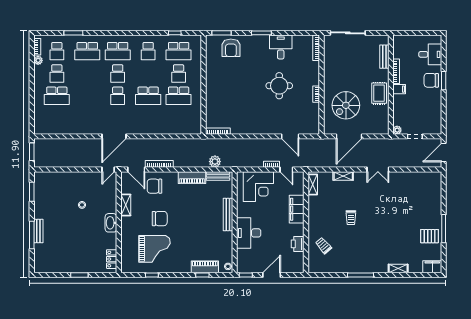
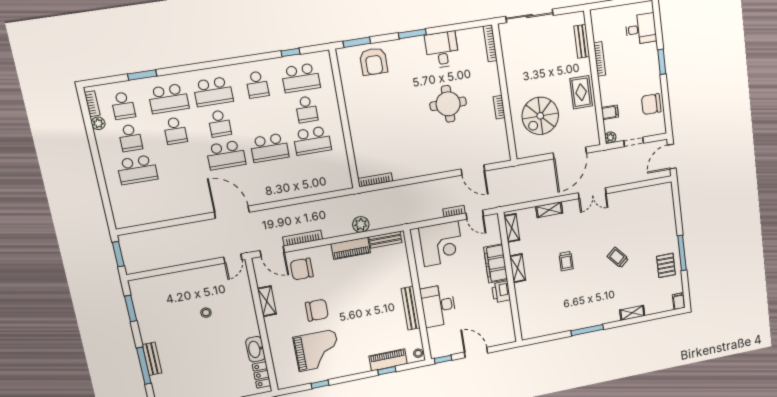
school desk: (87, 73) -> (175, 131), added
chair: (431, 80) -> (651, 104), moved
filing cabinet: (399, 89) -> (610, 112), moved
school desk: (118, 96) -> (226, 155), width x1.85
door: (114, 136) -> (232, 212), swing flipped
door: (349, 136) -> (570, 153), moved
plant: (215, 162) -> (361, 224), moved
bench: (228, 215) -> (411, 308), moved
shelving: (313, 216) -> (518, 268), added
washbasin: (111, 223) -> (255, 349), moved
pallet: (430, 236) -> (666, 265), turned 90
printer: (298, 244) -> (501, 292), moved
trolley: (324, 246) -> (618, 258), moved
filing cabinet: (432, 267) -> (679, 301), width x0.50
door: (272, 275) -> (476, 353), hinge flipped

